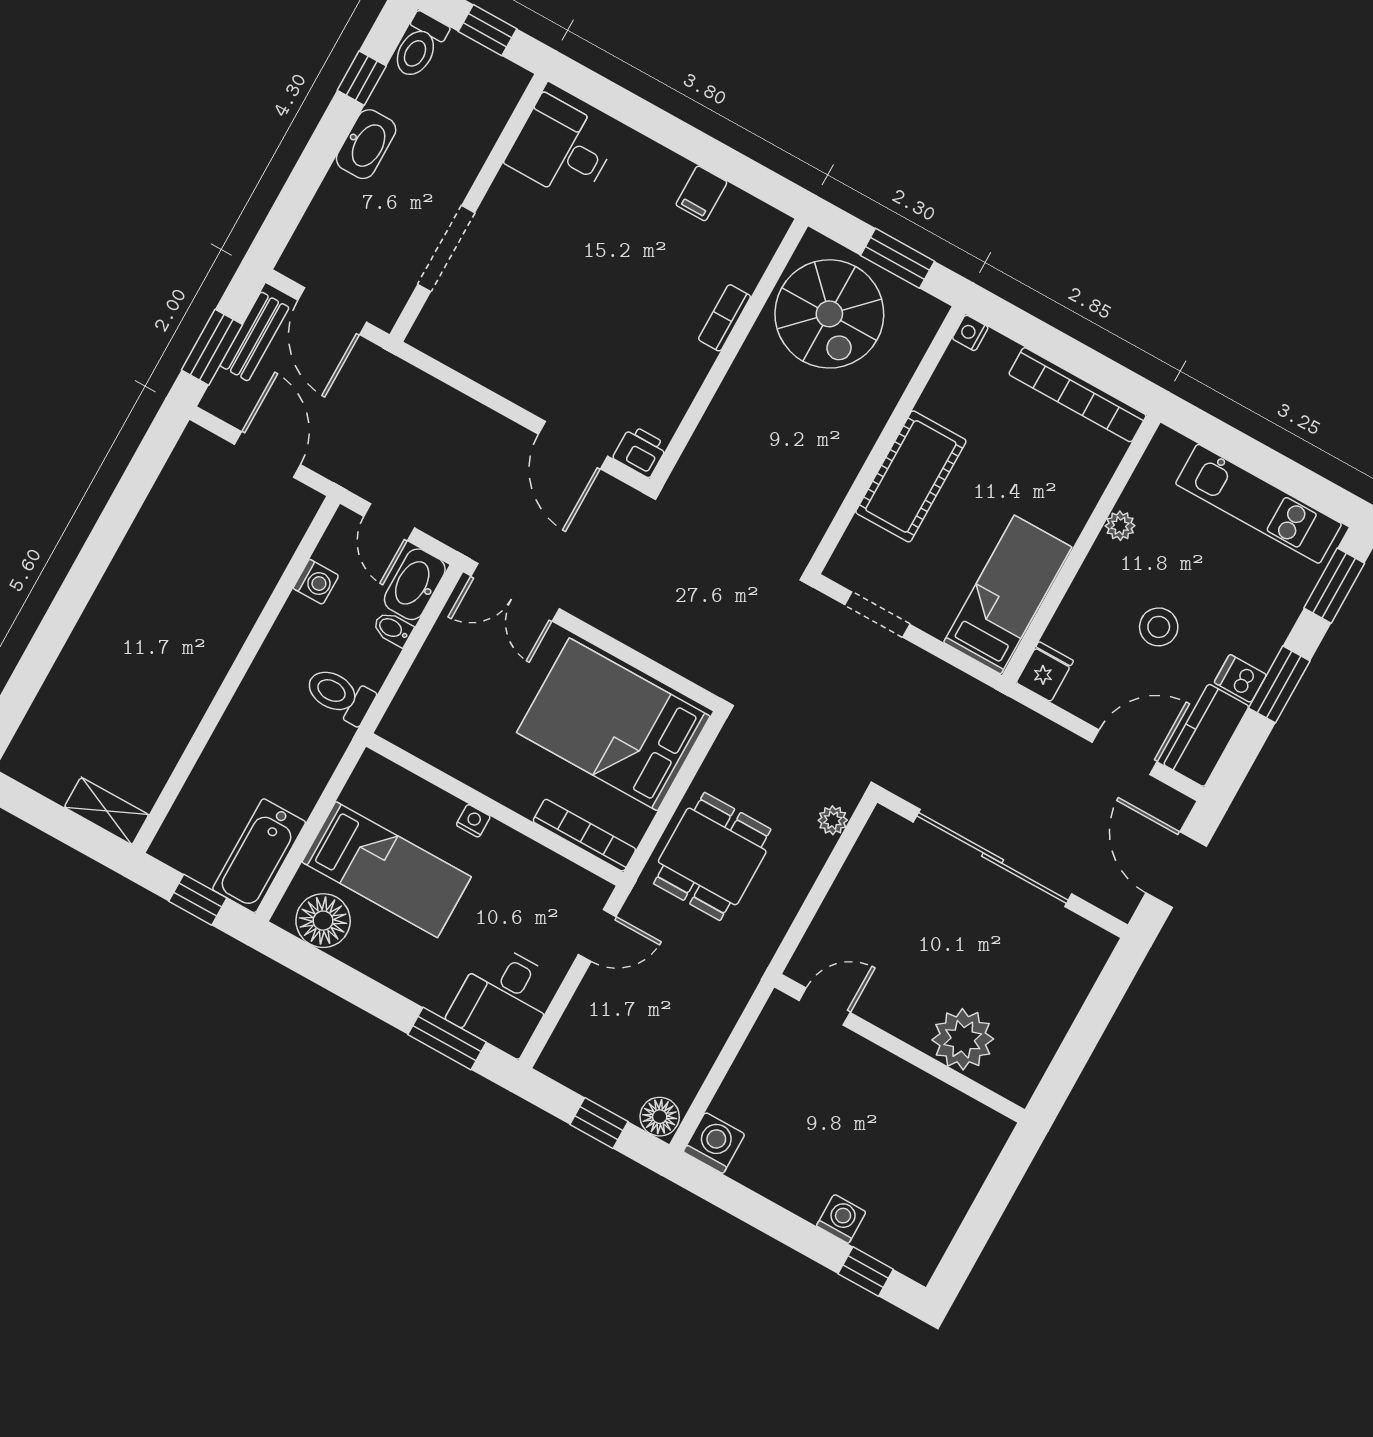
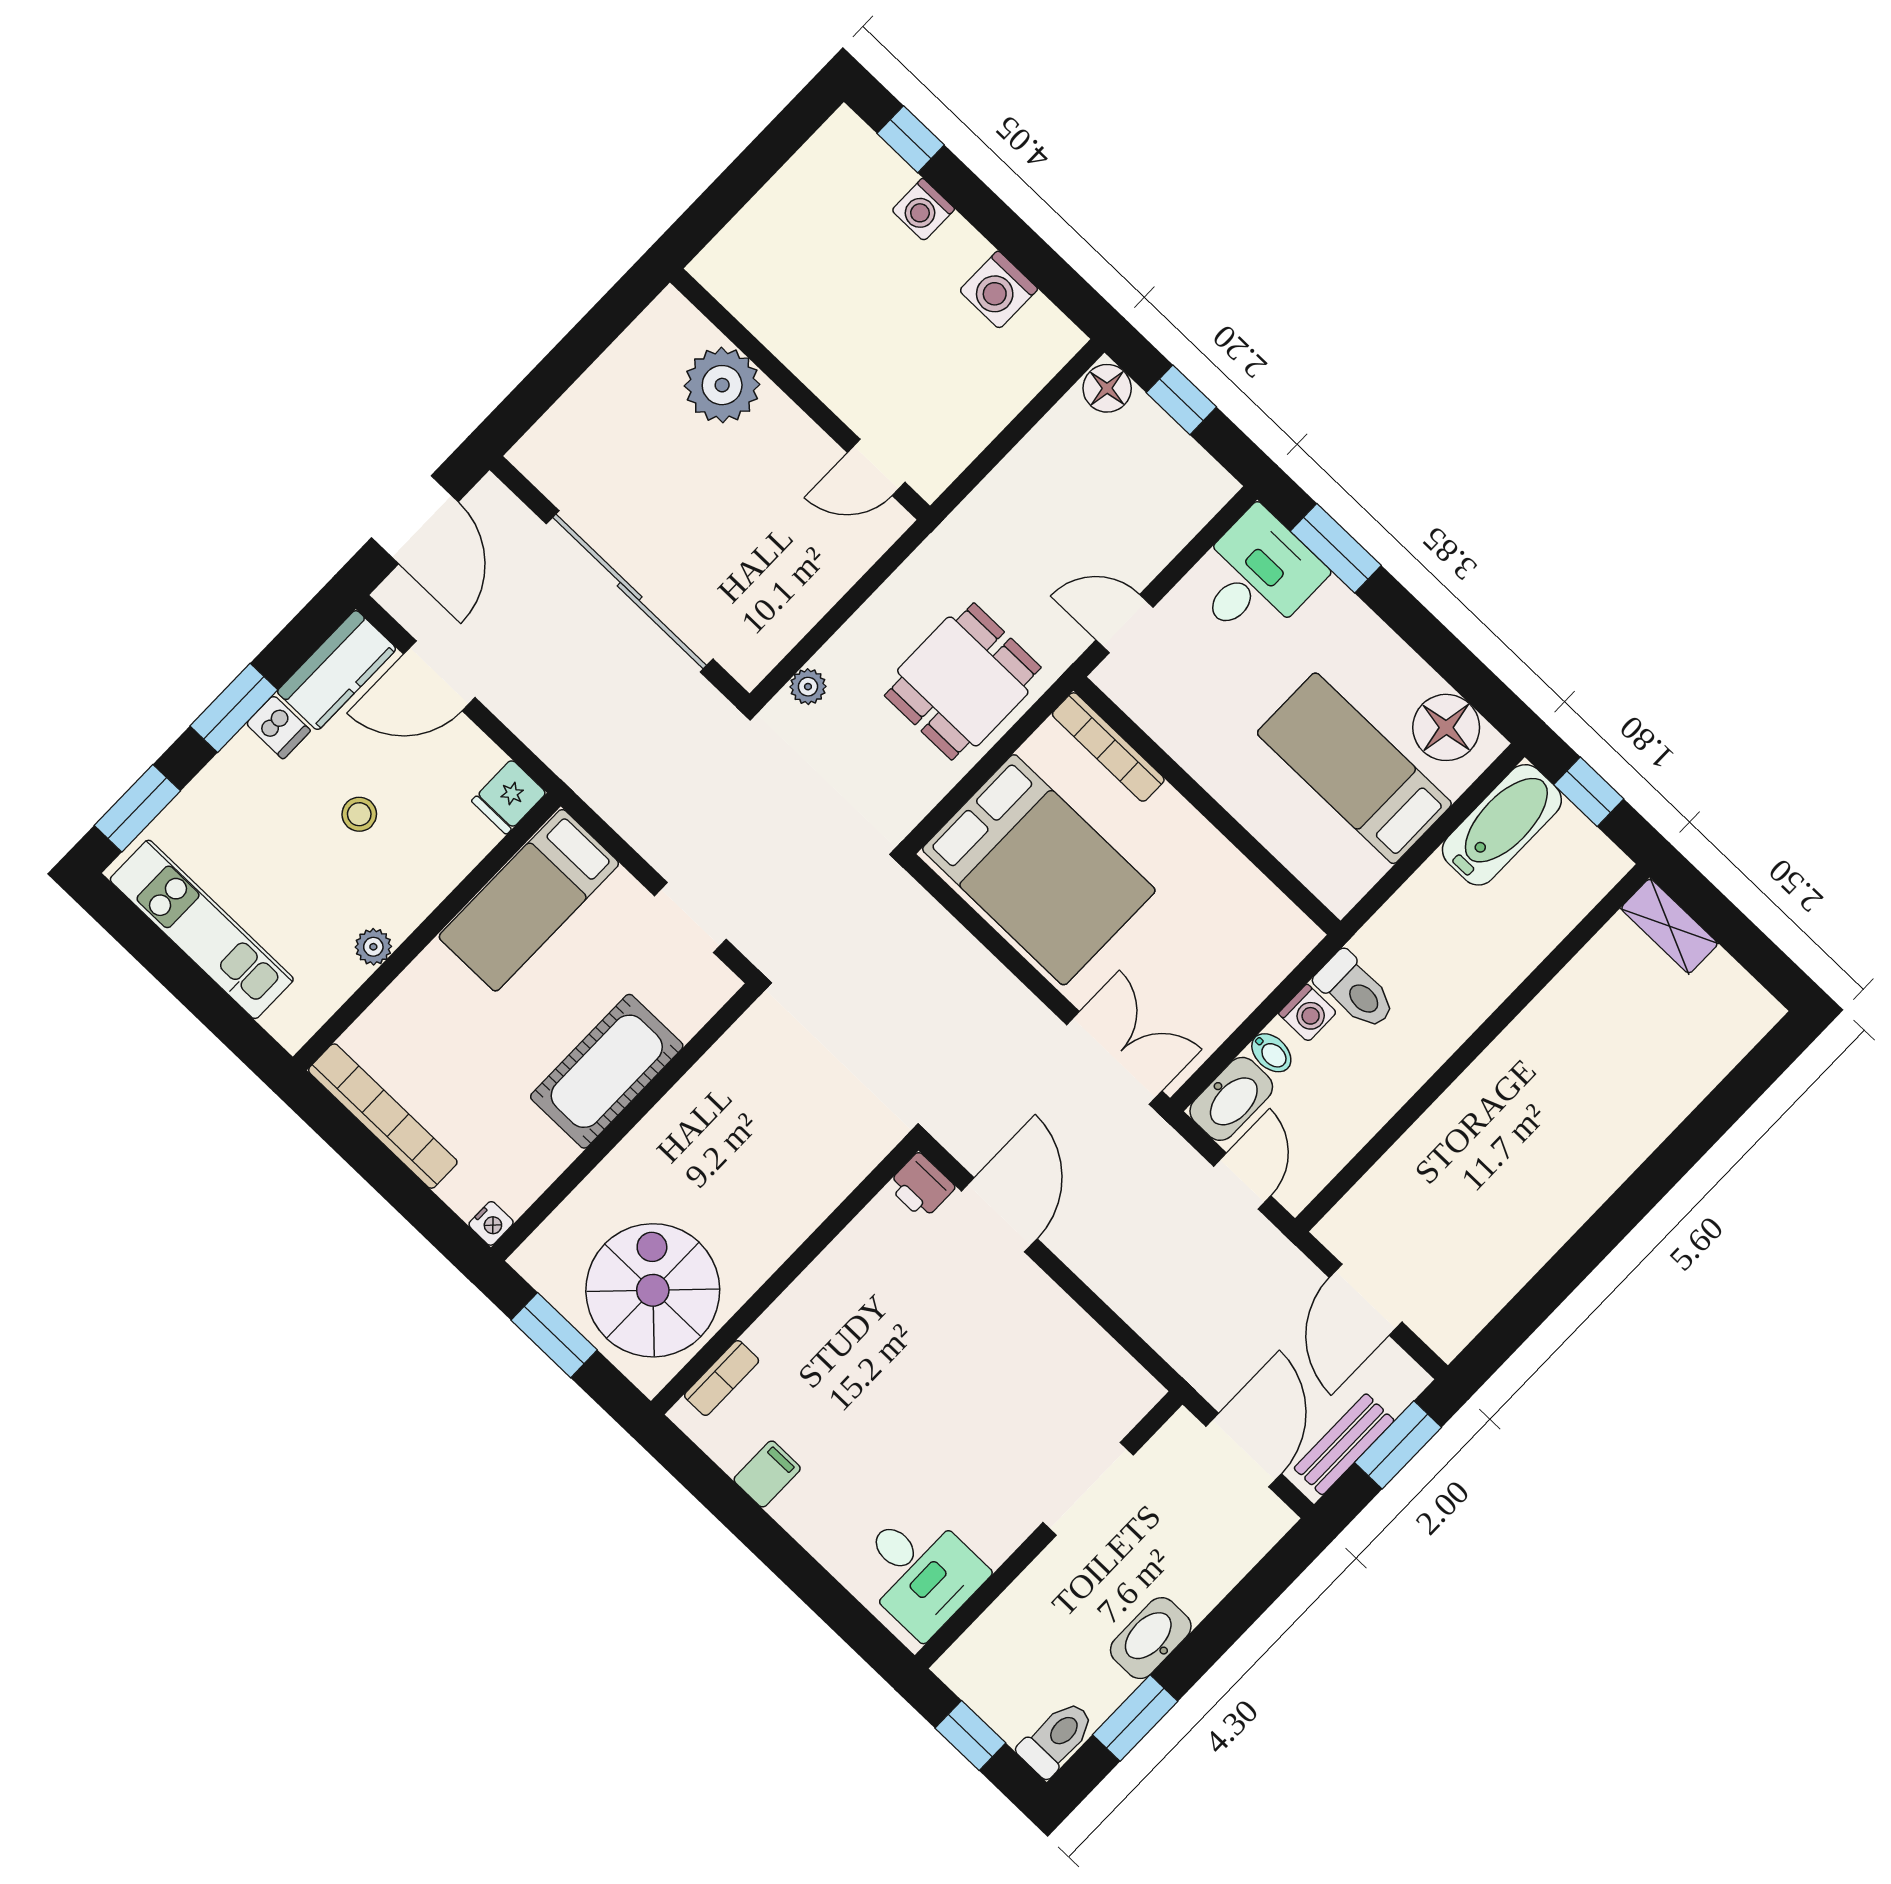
window: (362, 78) -> (1135, 1718), width x1.50
bookcase: (725, 318) -> (722, 1378), moved
washing machine: (316, 582) -> (1308, 1013), moved, turned 180
stool: (1159, 627) -> (359, 814), width x0.73, depth x0.73
nightstand: (473, 821) -> (1236, 799), removed
washing machine: (714, 1143) -> (999, 290), moved

